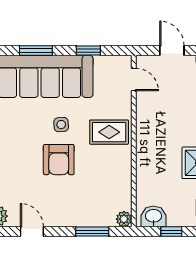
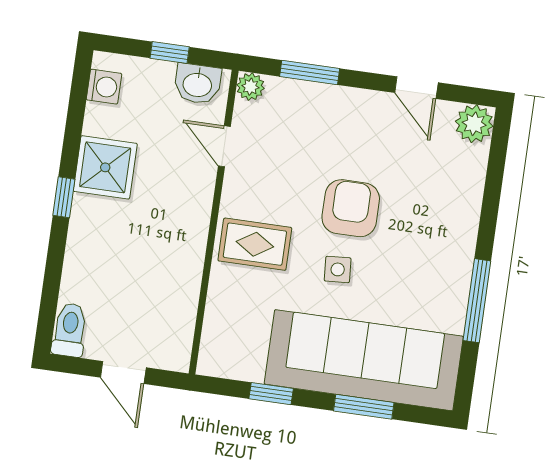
door: (134, 80) -> (224, 146), moved

